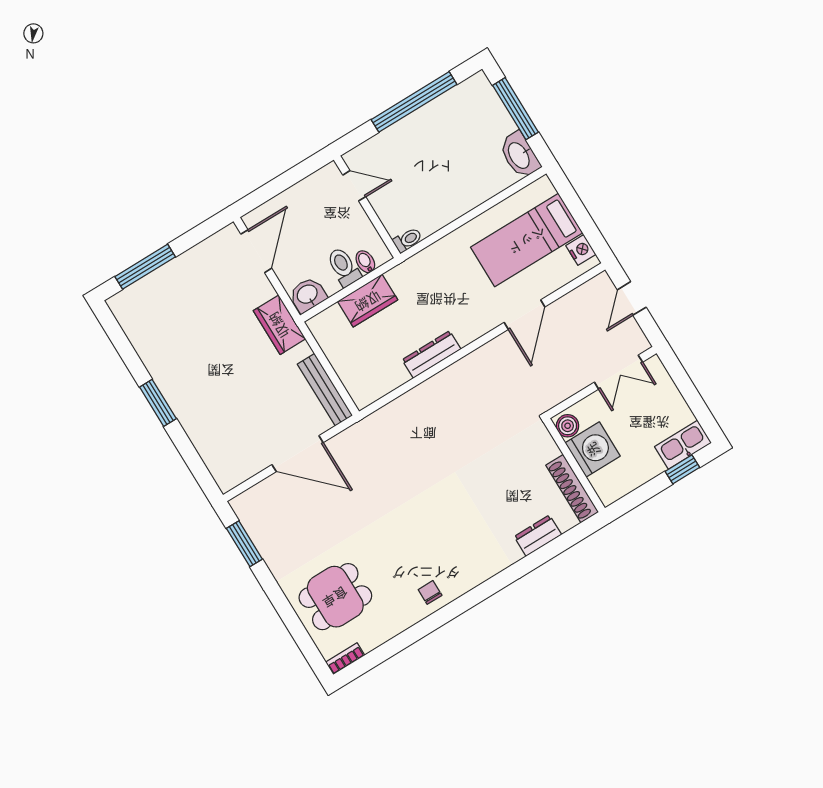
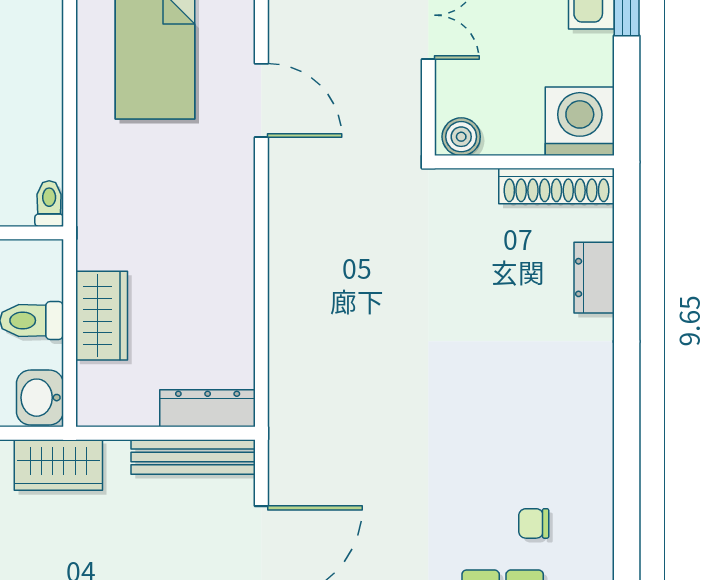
bidet: (365, 262) -> (43, 284), removed
dresser: (431, 354) -> (208, 408), moved, turned 90
washing machine: (593, 449) -> (580, 121), moved
chair: (430, 592) -> (534, 523), moved

